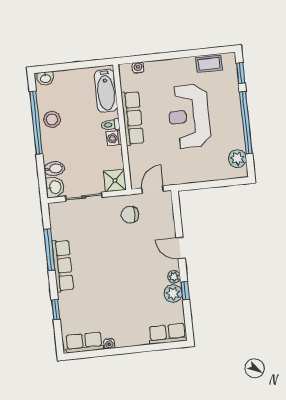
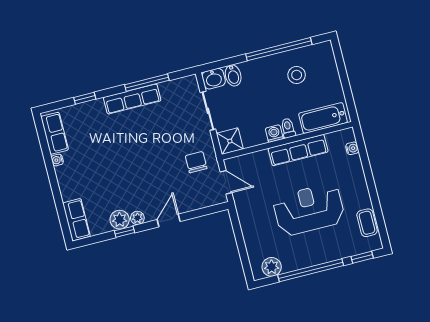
washbasin: (45, 78) -> (327, 52), removed
stool: (52, 119) -> (297, 75), moved

